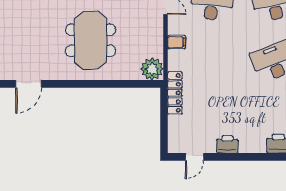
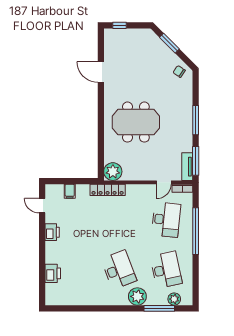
filing cabinet: (177, 42) -> (70, 191), moved
locker: (175, 93) -> (108, 190), moved

